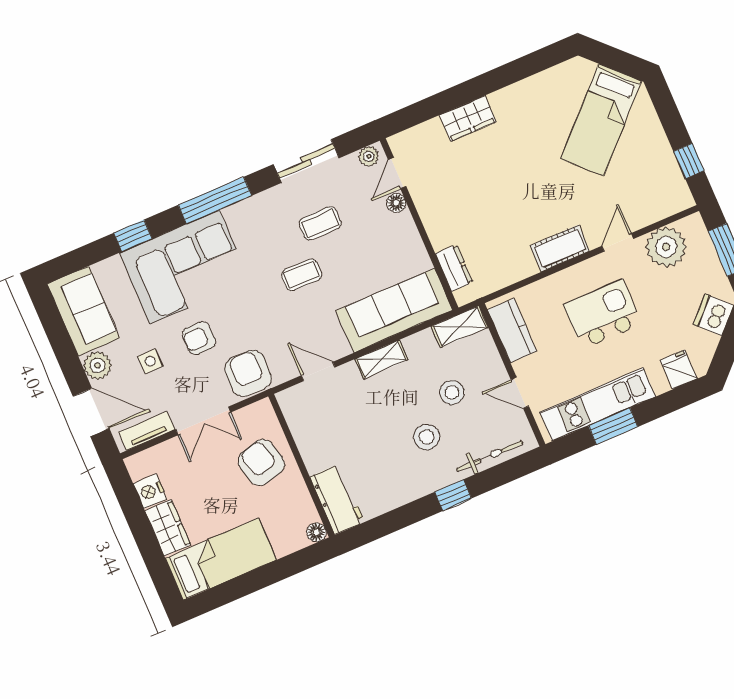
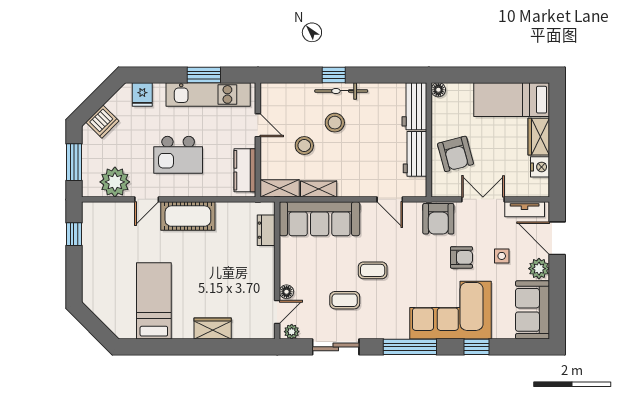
bed: (601, 120) -> (154, 301), moved, turned -45
cot: (560, 248) -> (188, 216), width x1.37, depth x1.34
shelving: (381, 359) -> (319, 189), moved
workbench: (311, 441) -> (415, 154), added
bicycle: (490, 456) -> (341, 91), moved

